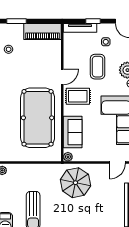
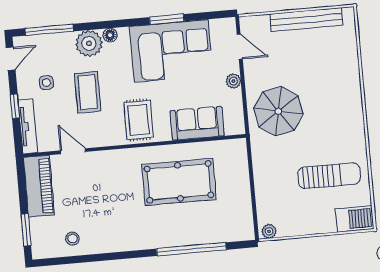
coffee table: (98, 67) -> (88, 92), turned 90
door: (62, 77) -> (73, 151), moved
pool table: (38, 118) -> (179, 182), width x0.73, depth x0.76
plant: (68, 157) -> (233, 81), moved

